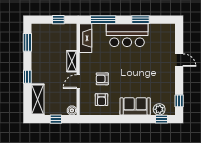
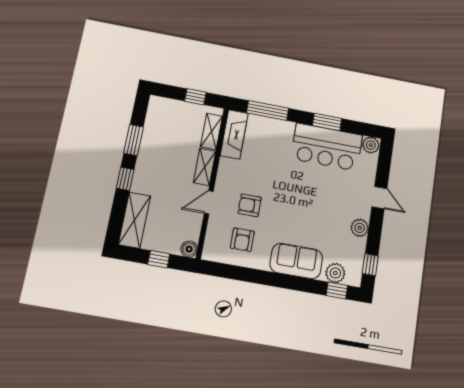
plant: (169, 29) -> (371, 145), added
bar counter: (127, 35) -> (327, 147), moved
shelving: (72, 39) -> (211, 131), added
window: (27, 42) -> (134, 140), moved
plant: (170, 80) -> (360, 228), added

